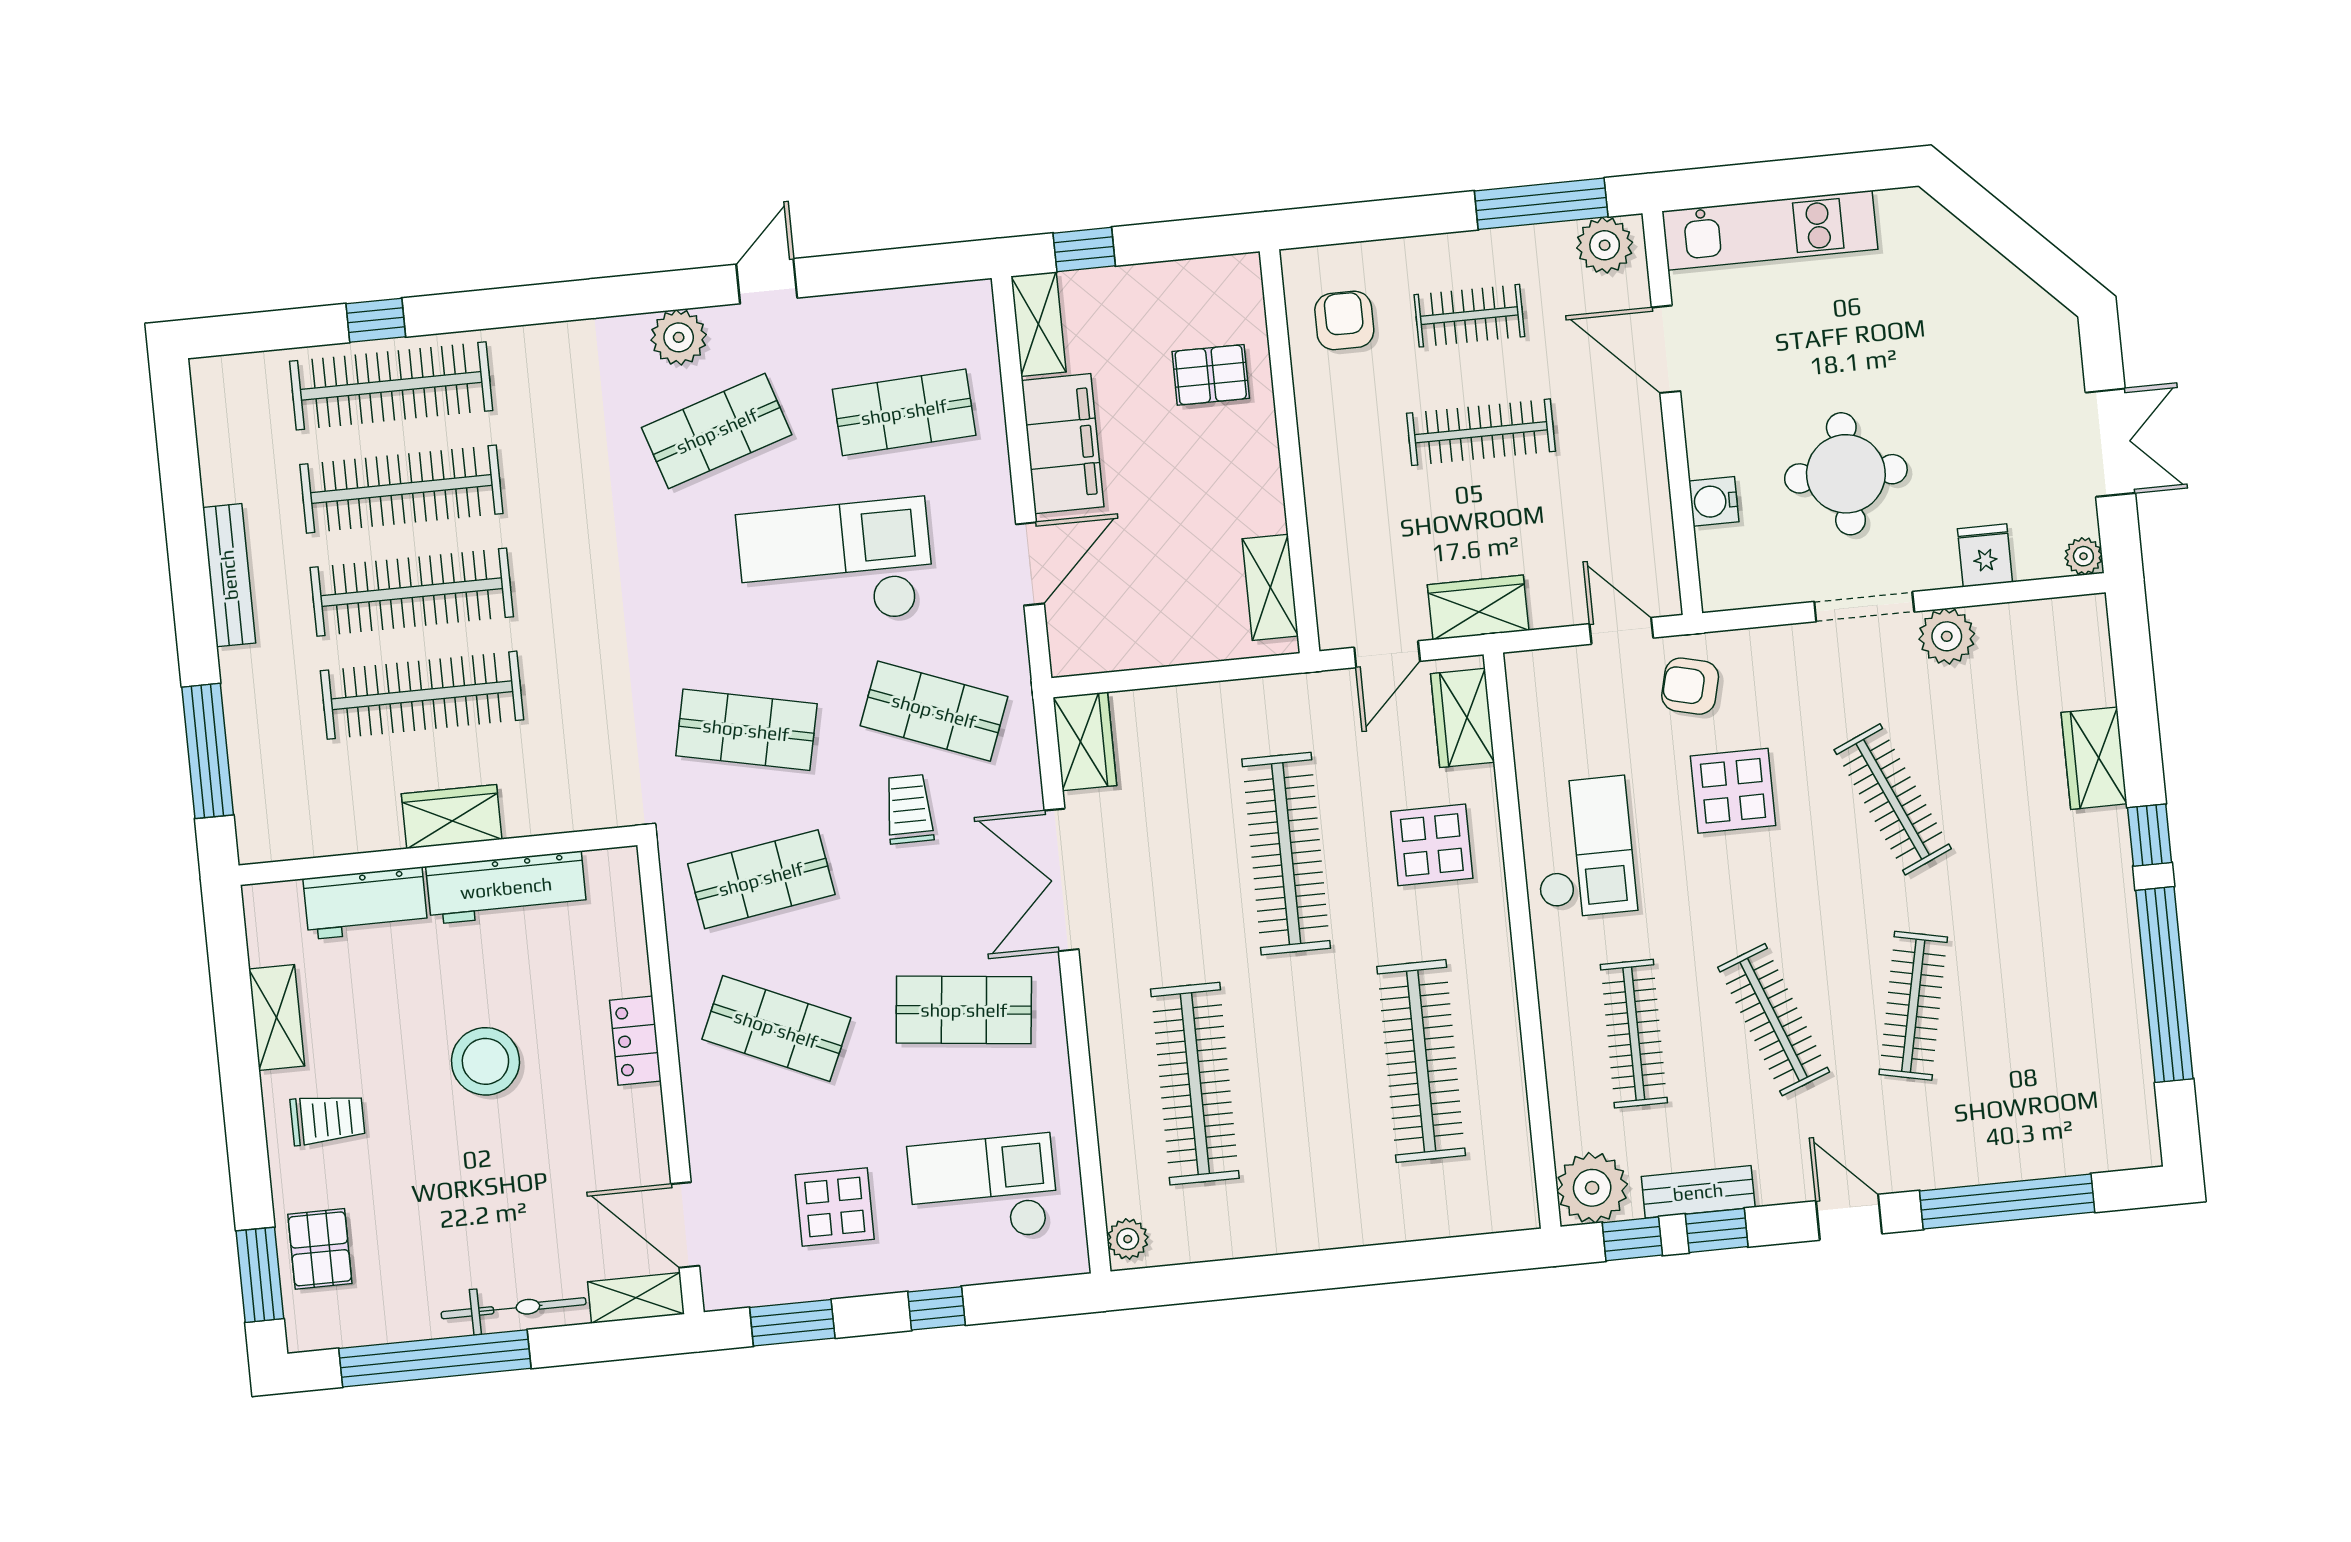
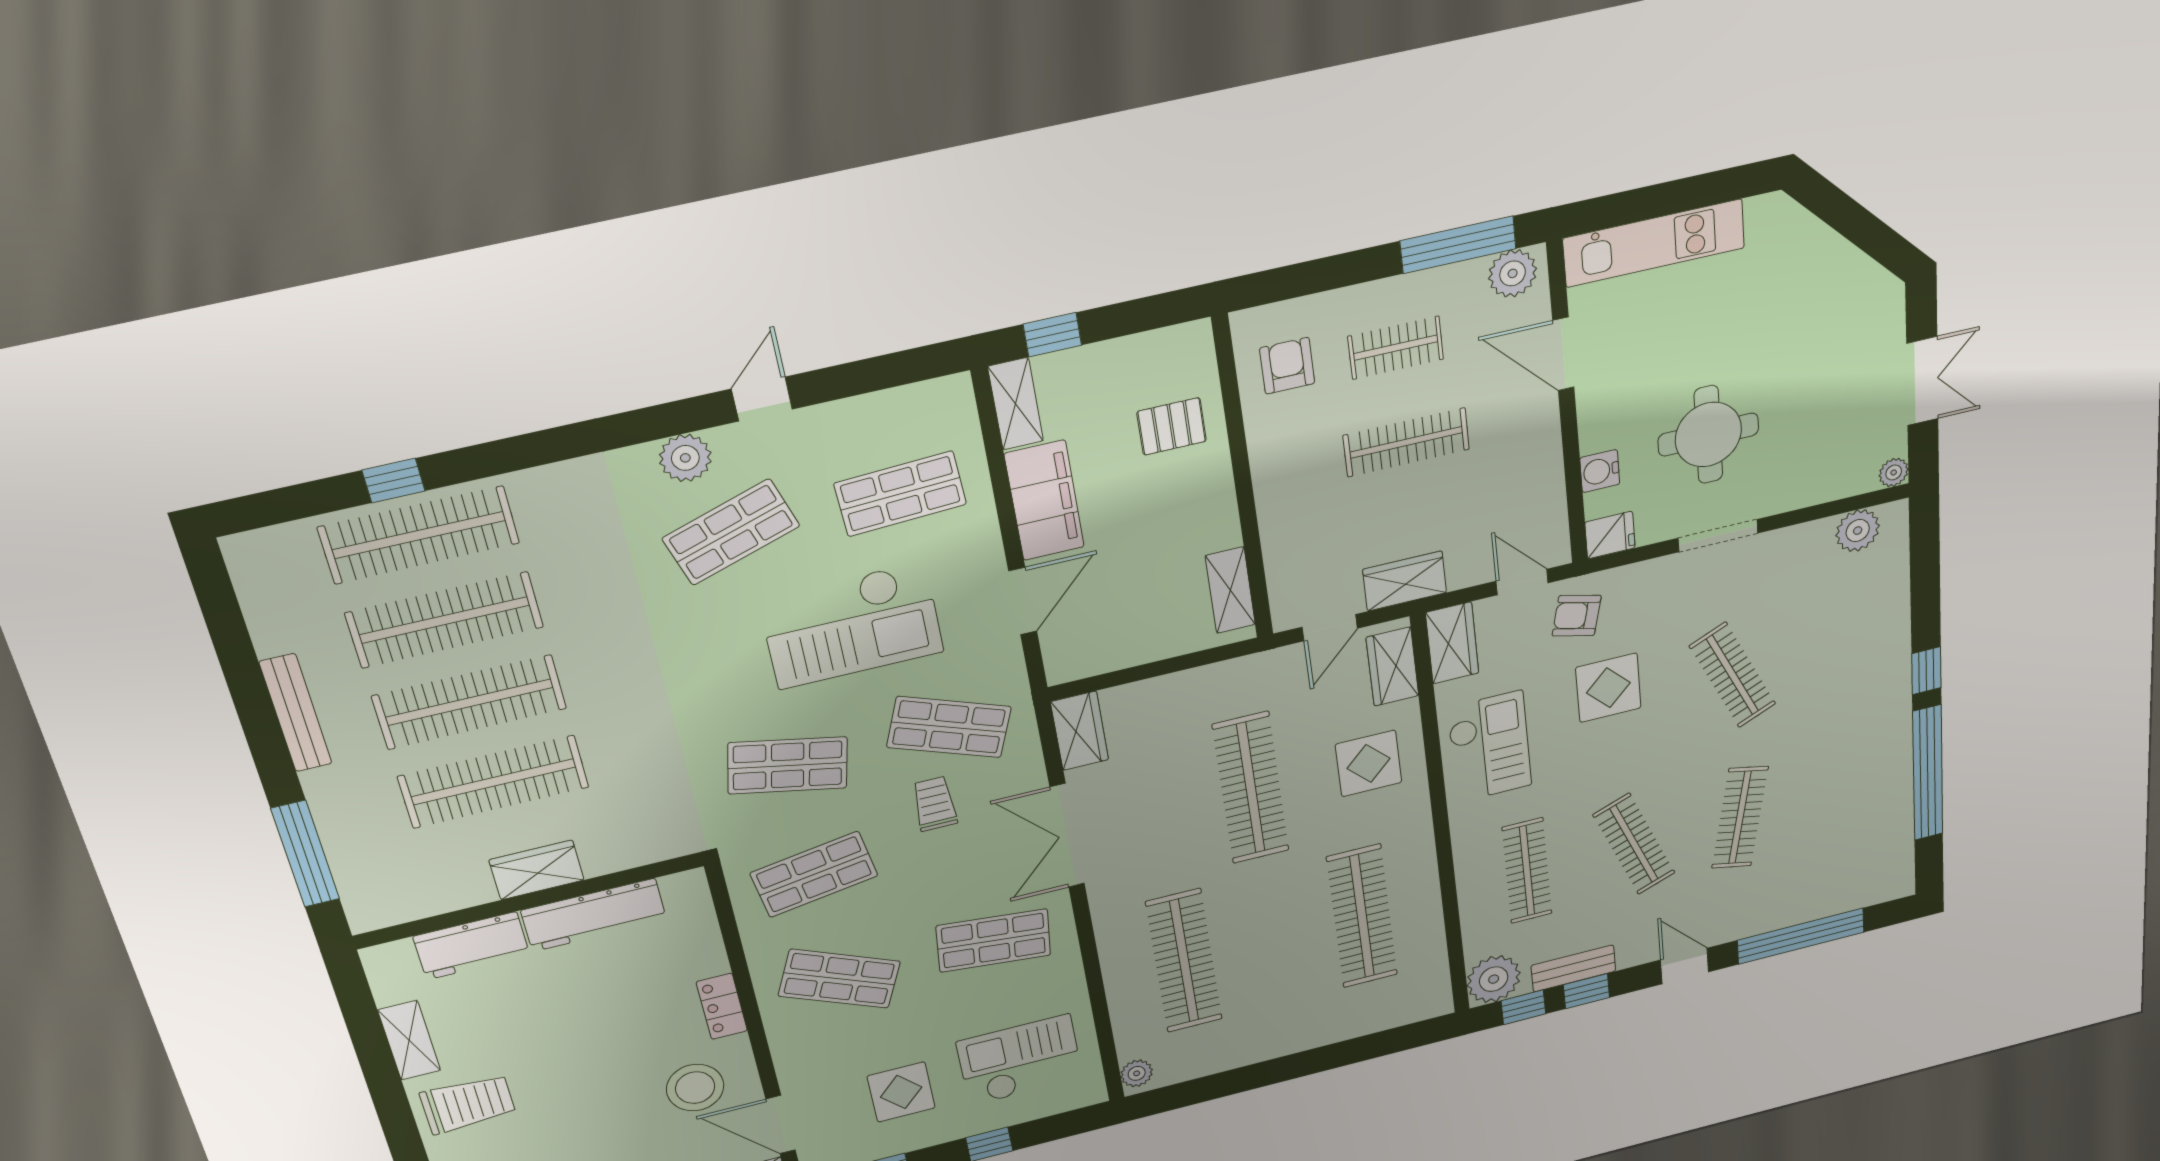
fridge: (1985, 555) -> (1610, 535), moved, turned 90
checkout: (836, 564) -> (852, 625), turned 180
plant: (1947, 636) -> (1858, 531), moved
wardrobe: (2094, 758) -> (1452, 643), moved, turned 180
stool: (485, 1061) -> (695, 1088), moved
trolley: (328, 1119) -> (468, 1104), width x1.36, depth x1.39

